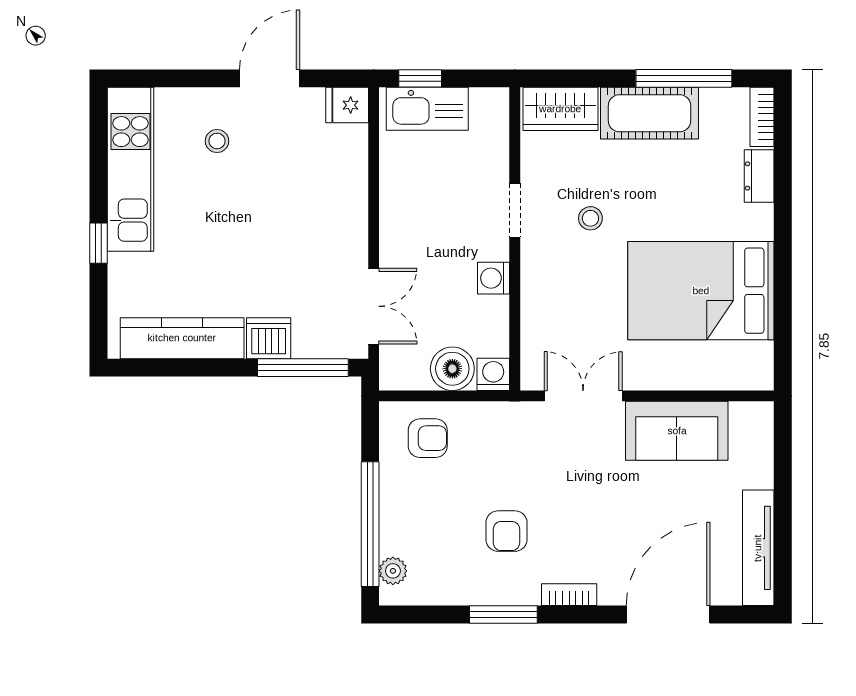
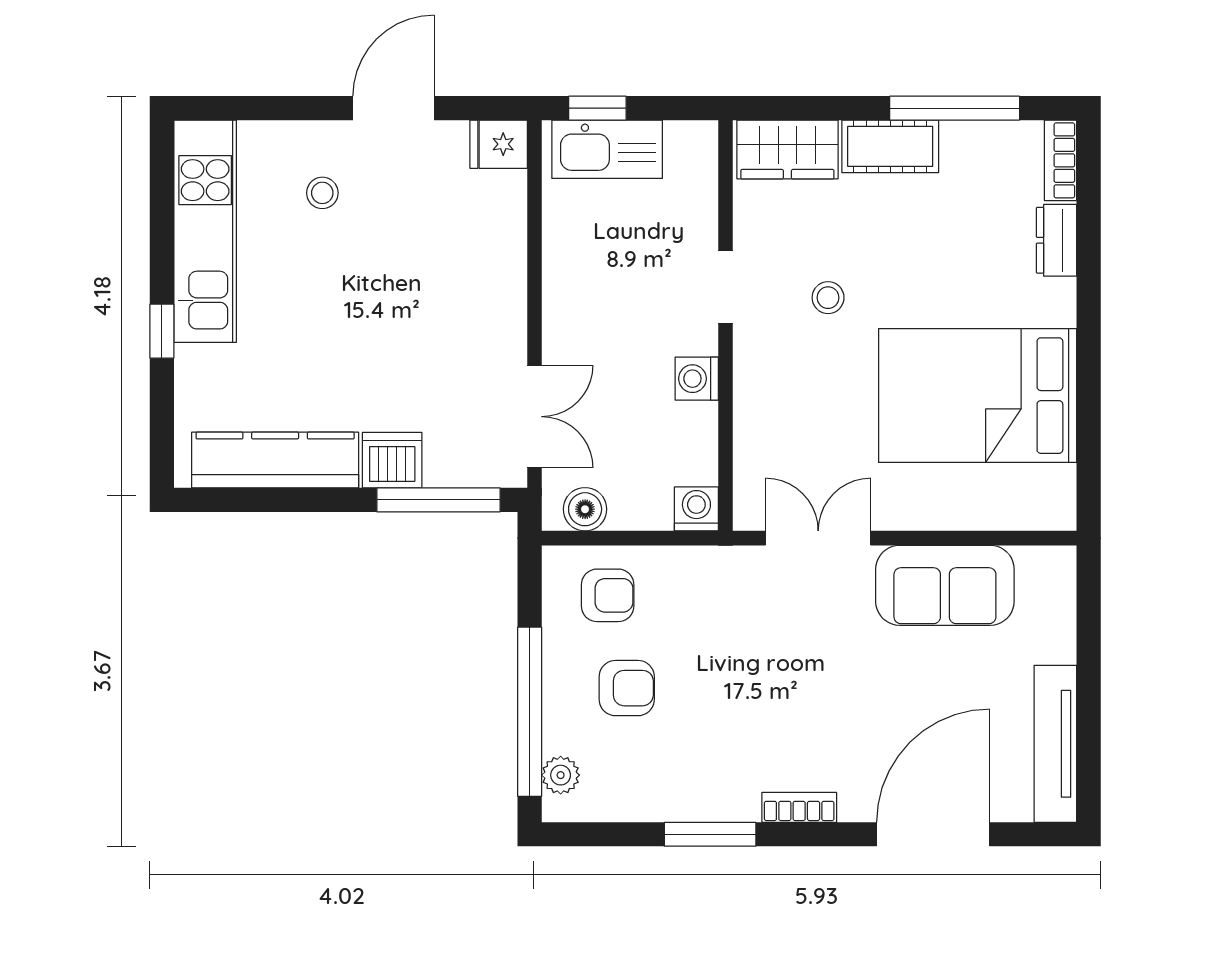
cot: (650, 113) -> (890, 146), width x0.73, depth x0.75
boiler: (452, 369) -> (585, 509), moved, width x0.73, depth x0.73
armchair: (506, 531) -> (627, 688), moved, turned -90

